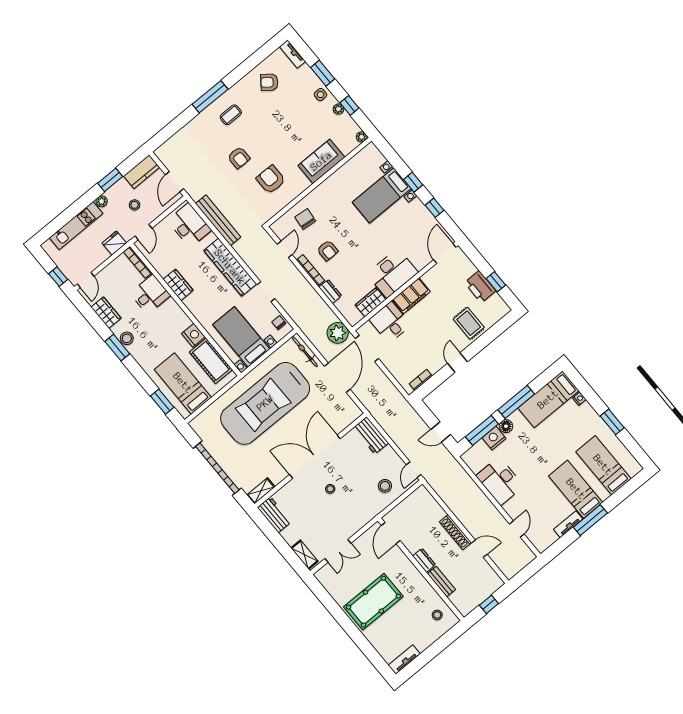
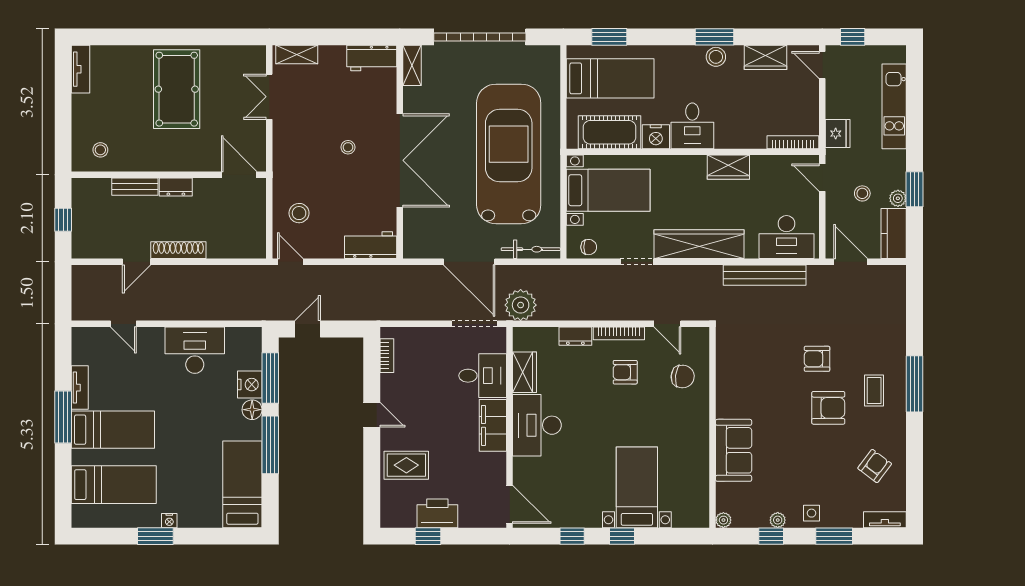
armchair: (271, 179) -> (828, 408), moved
plant: (102, 201) -> (898, 198), moved
desk: (150, 294) -> (692, 126), moved
nightstand: (579, 399) -> (169, 521), moved

